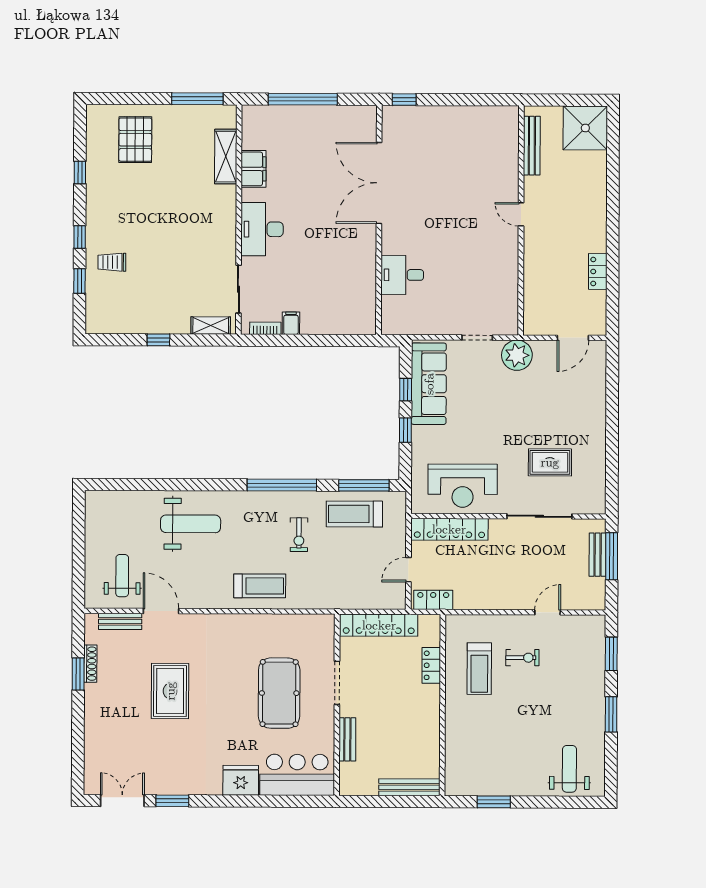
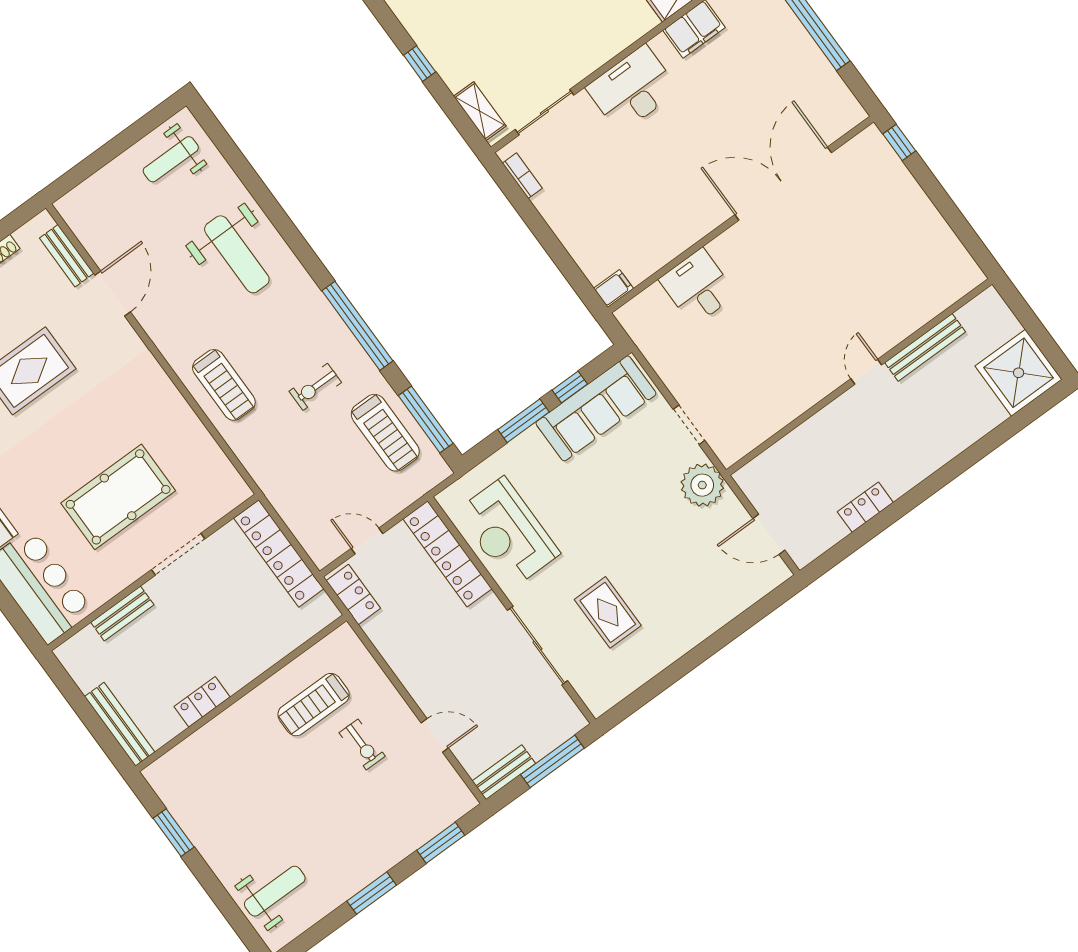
bench: (532, 146) -> (925, 347), moved
filing cabinet: (291, 323) -> (613, 288), moved
window: (405, 430) -> (523, 421), width x1.50
treadmill: (354, 514) -> (385, 433), turned 180
bench: (598, 555) -> (504, 772), moved
weight bench: (122, 576) -> (171, 159), moved, turned 180
locker: (431, 665) -> (202, 702), moved

